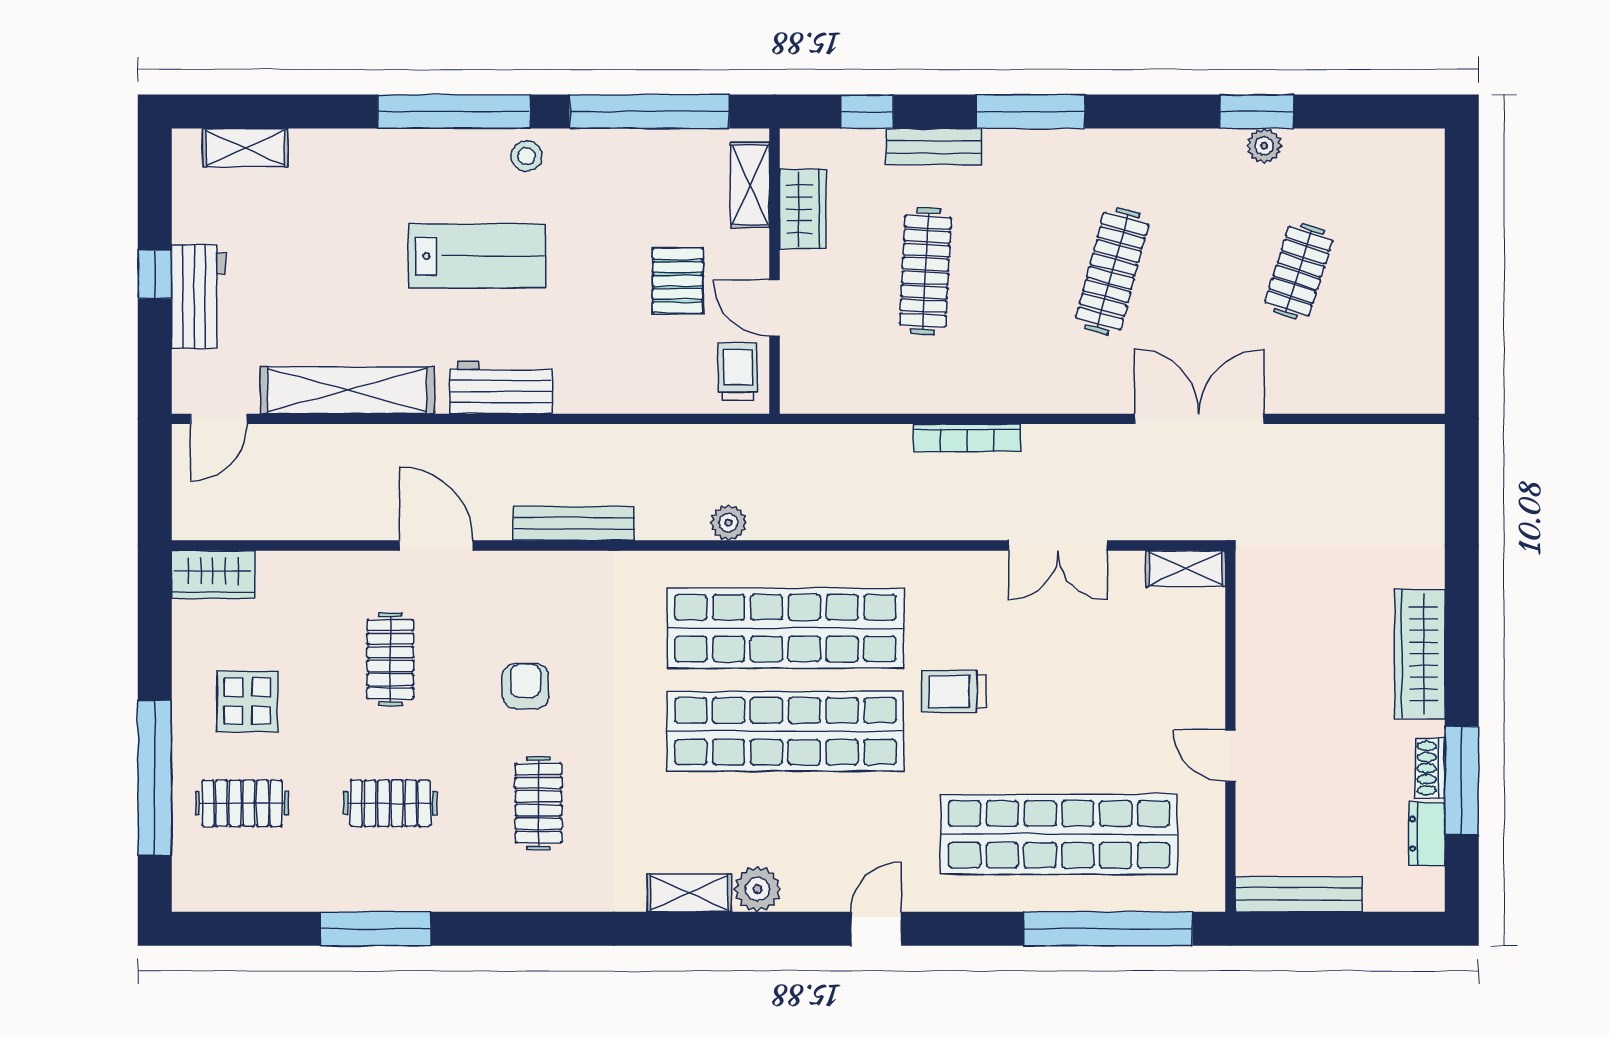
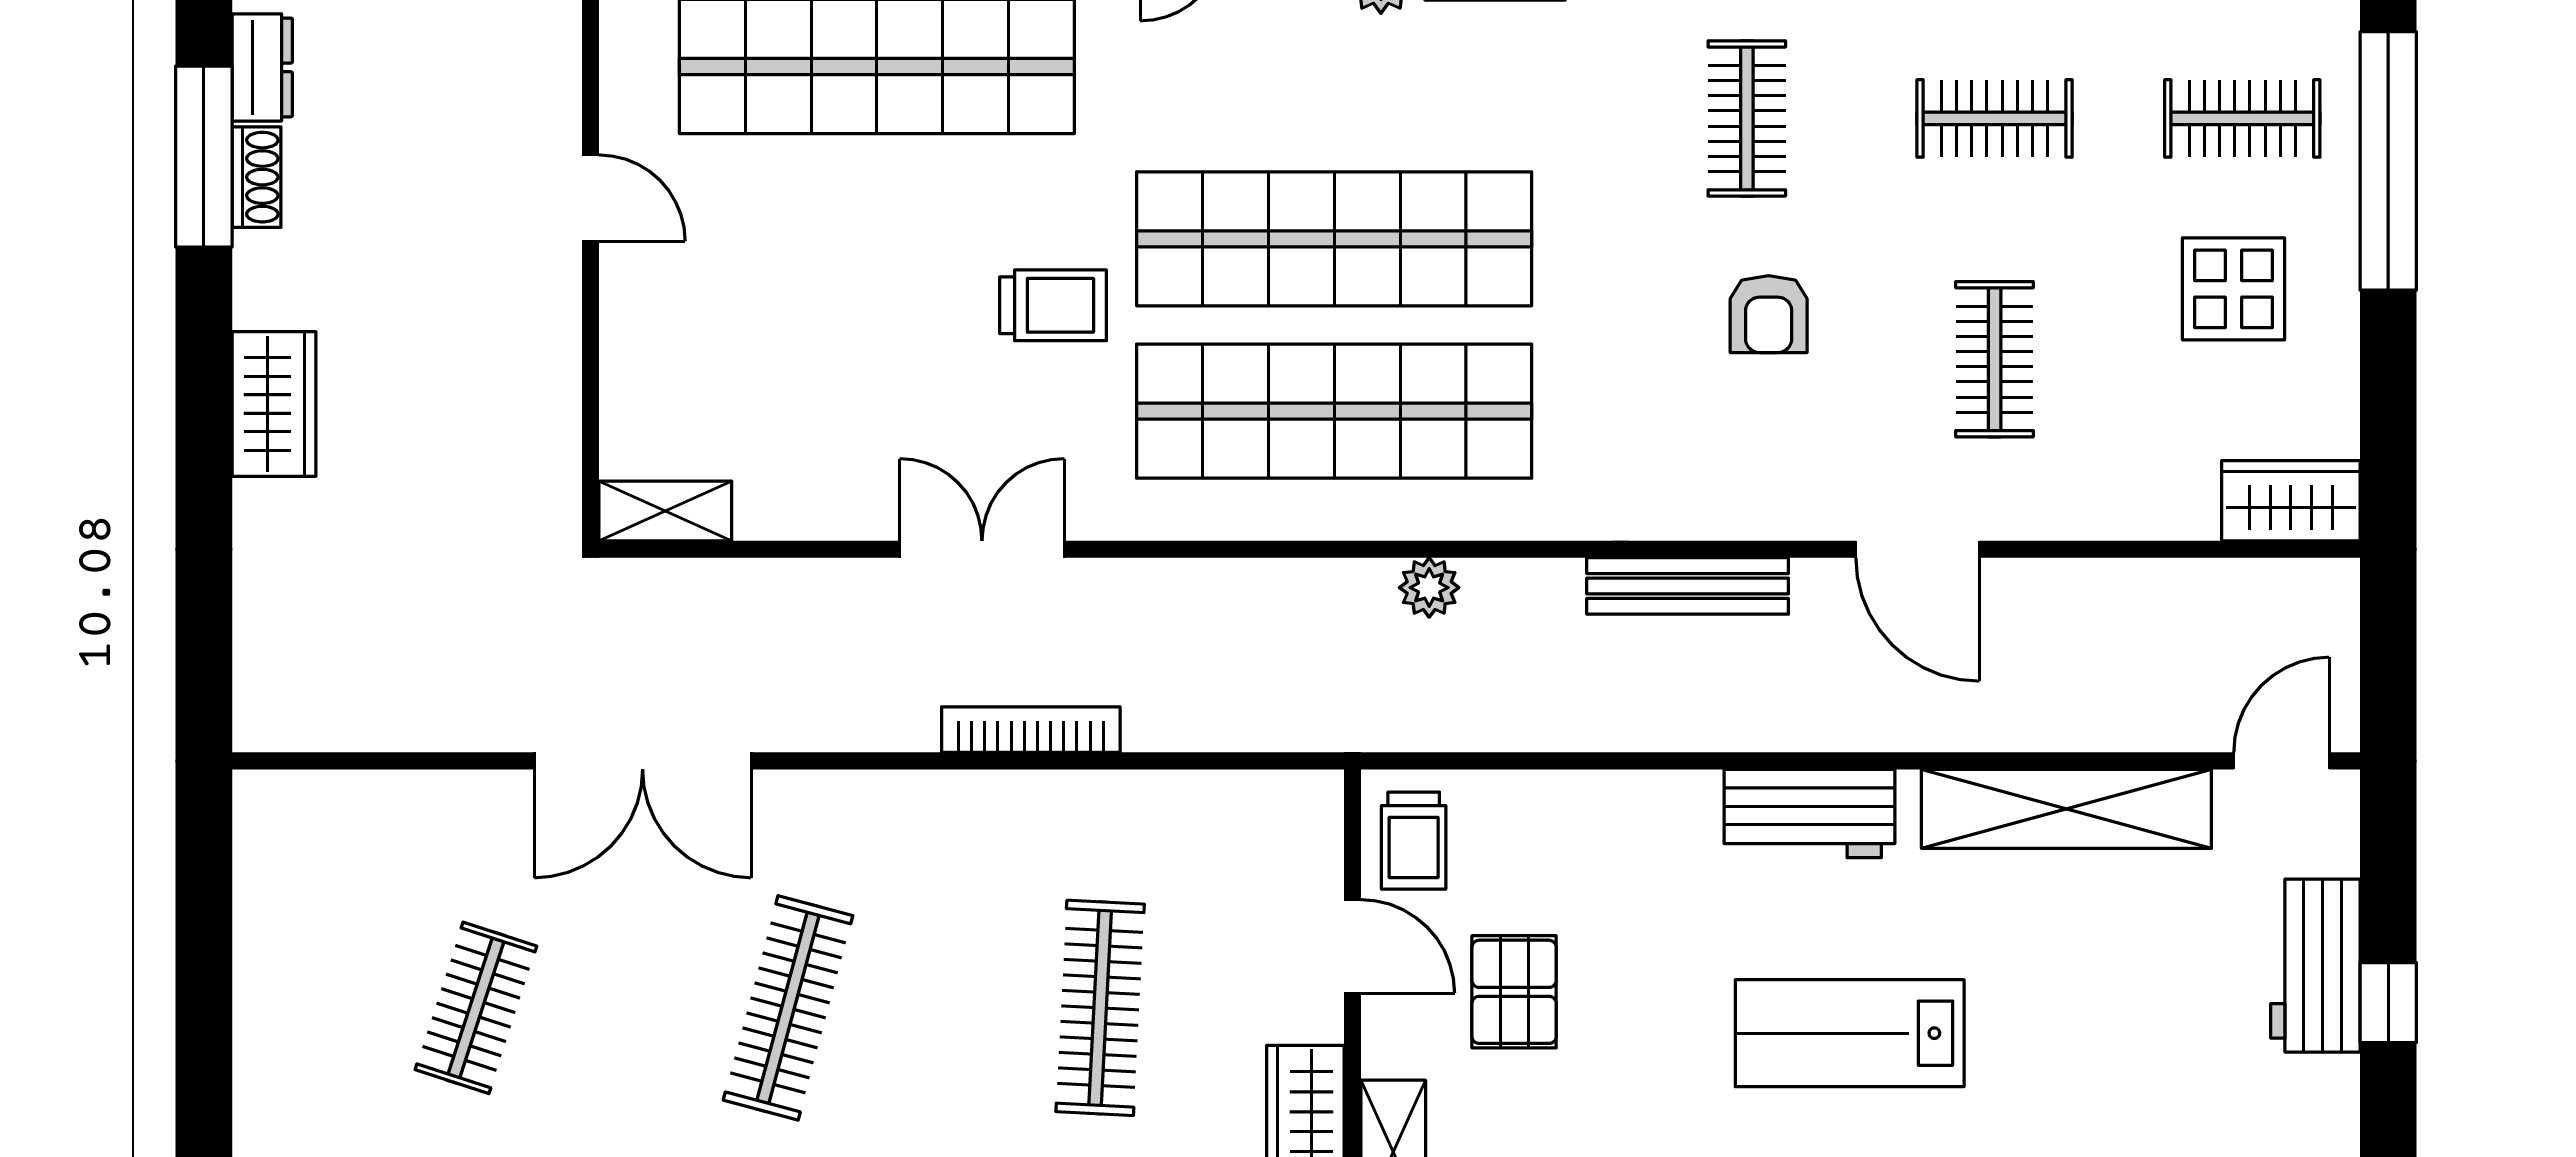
double door: (1058, 546) -> (982, 549), moved
wardrobe: (1420, 654) -> (274, 404), width x0.67

